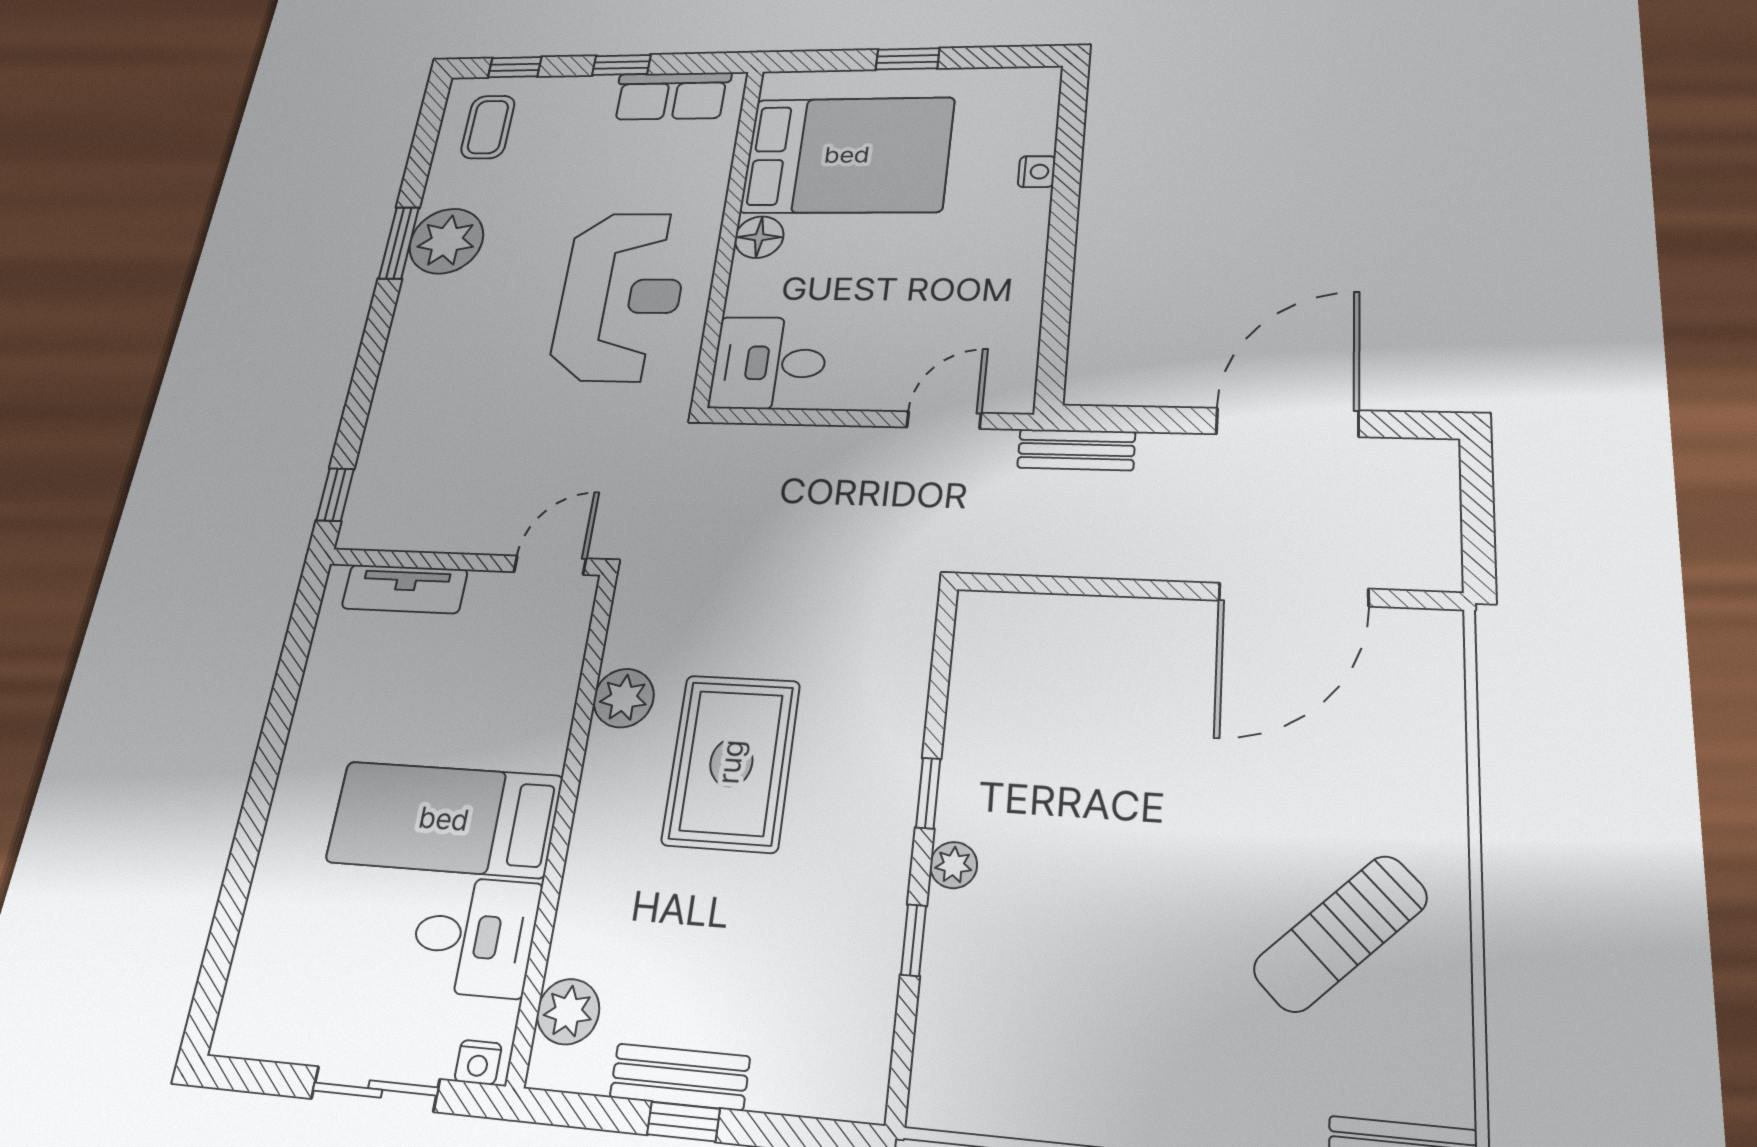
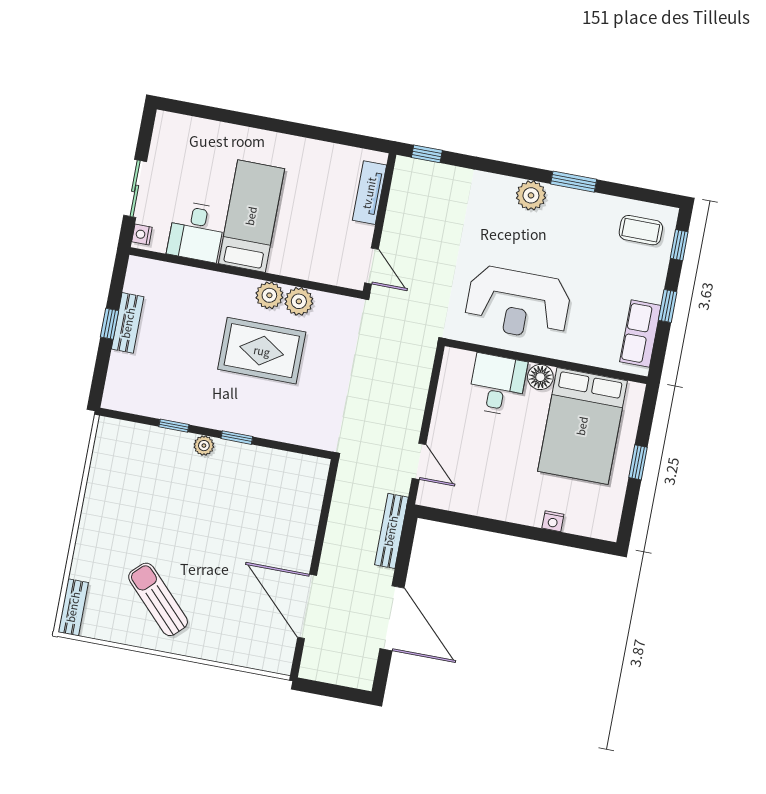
plant: (446, 241) -> (531, 195), moved, width x0.73, depth x0.73
desk: (769, 363) -> (497, 385), moved
bench: (1076, 450) -> (391, 531), width x1.36
plant: (568, 1012) -> (269, 295), moved

